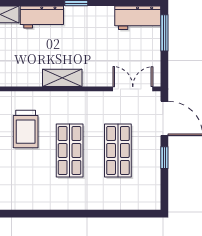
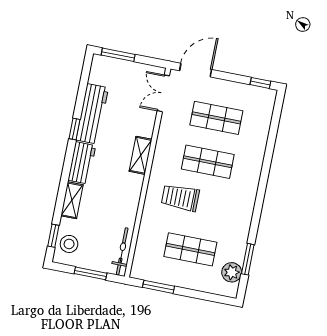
workbench: (138, 18) -> (92, 114), moved, width x1.37
trolley: (26, 129) -> (180, 198), turned 180
window: (164, 158) -> (260, 83), moved

